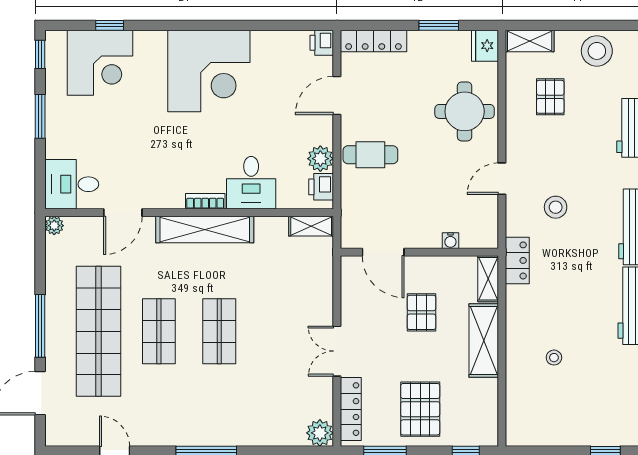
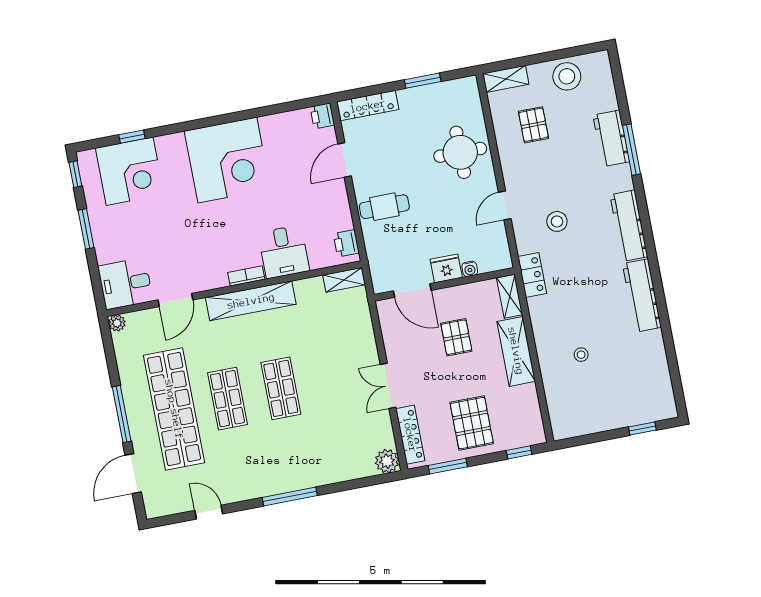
fridge: (485, 46) -> (446, 268), moved, turned 90
plant: (320, 159) -> (341, 219), removed

